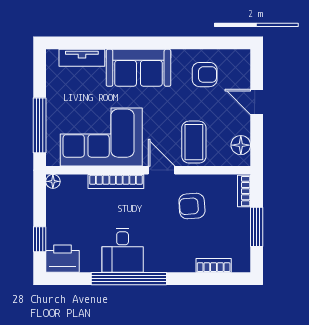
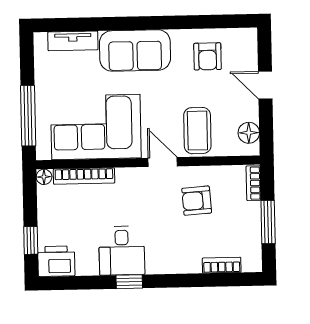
armchair: (205, 75) -> (208, 56), turned 90
bookcase: (116, 181) -> (84, 176), moved
window: (129, 279) -> (129, 282), width x0.32

